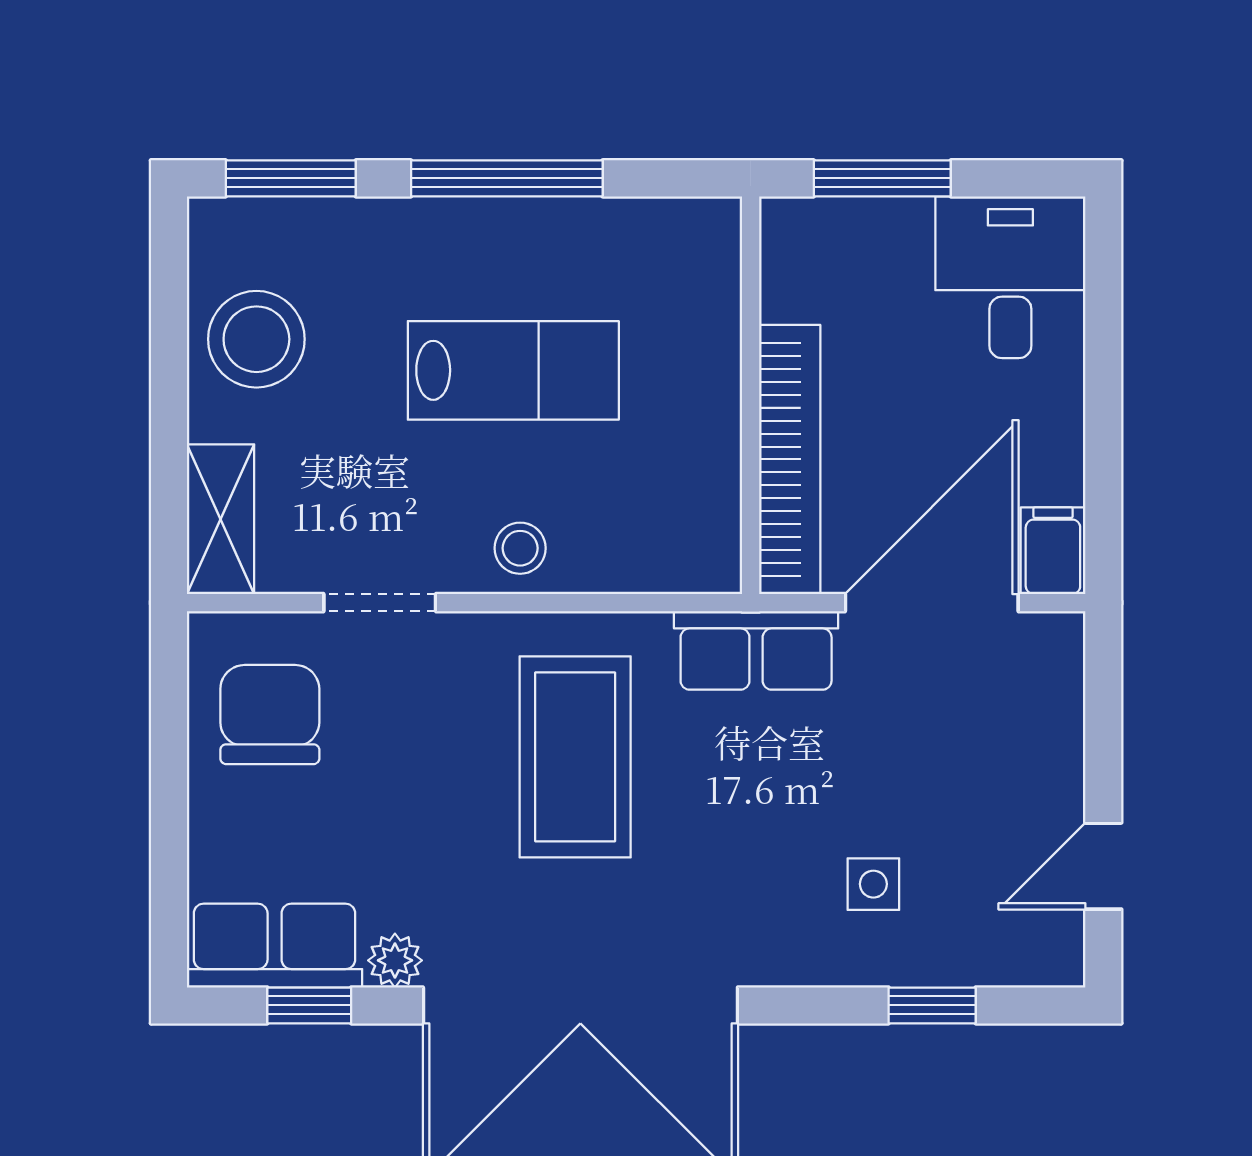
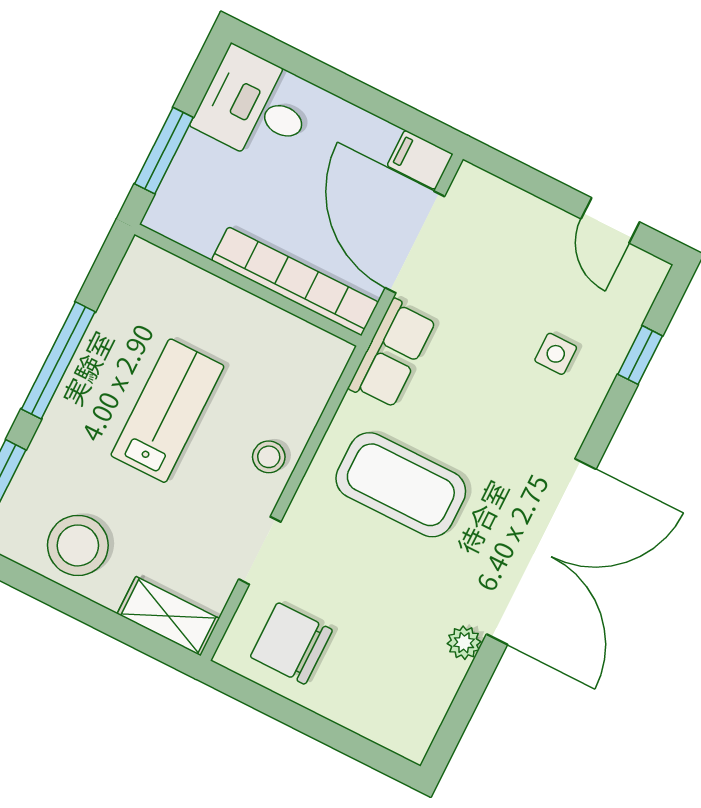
row of seats: (275, 946) -> (422, 706), removed
window: (309, 1005) -> (465, 703), removed

